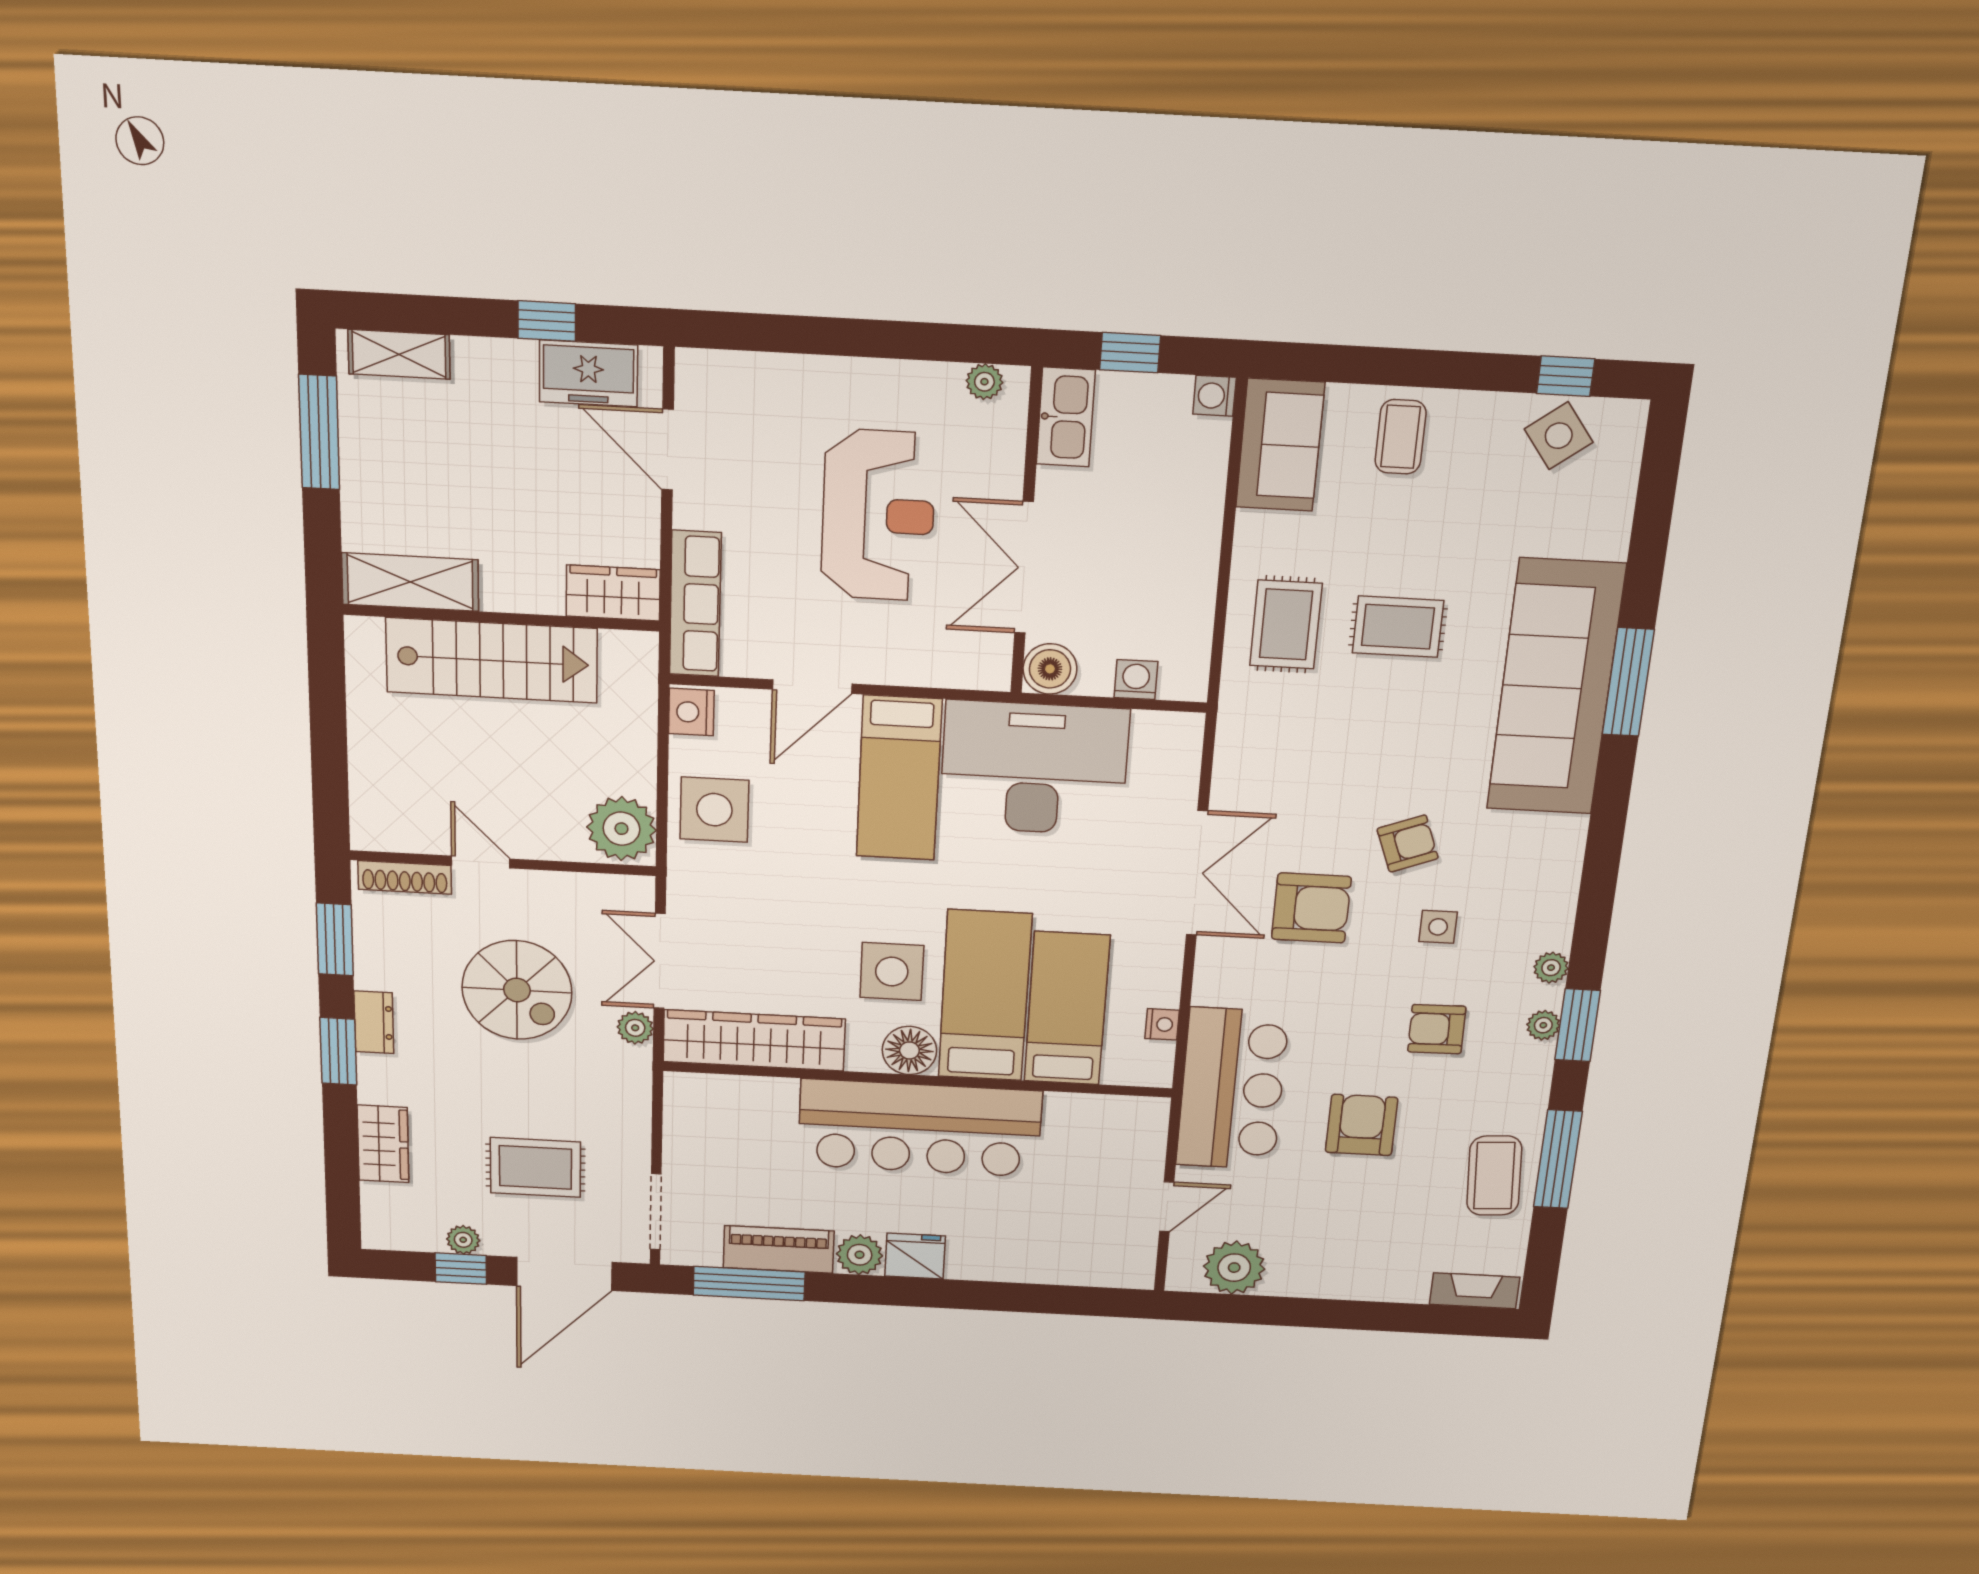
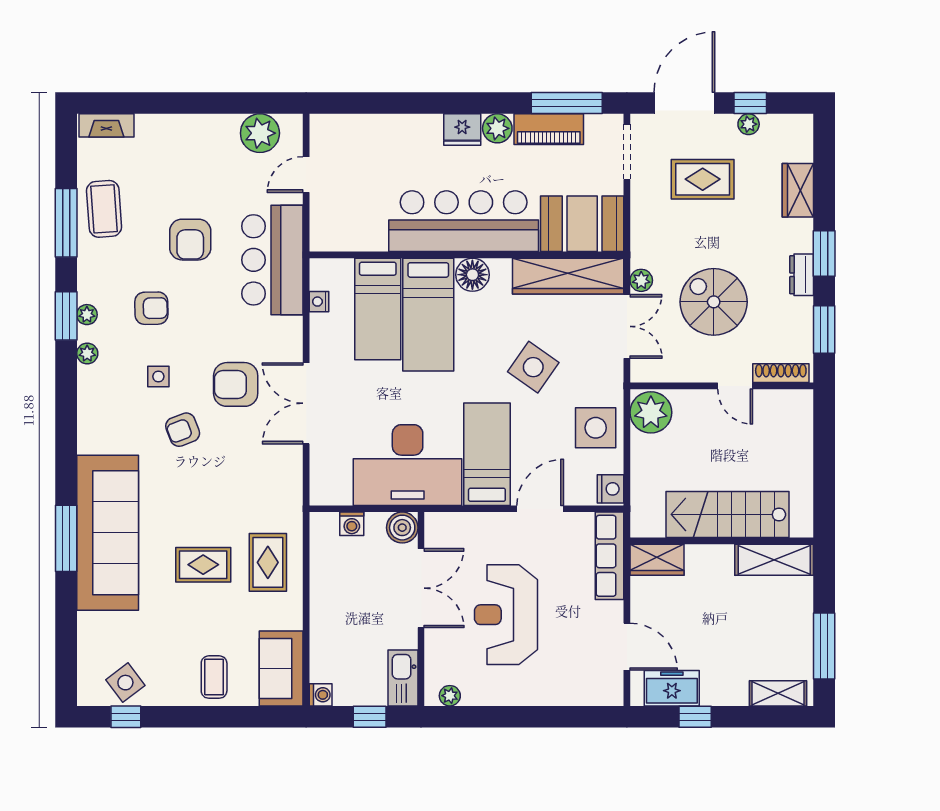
side table: (892, 971) -> (533, 367), moved, turned 35
booth: (729, 1114) -> (582, 224), added

